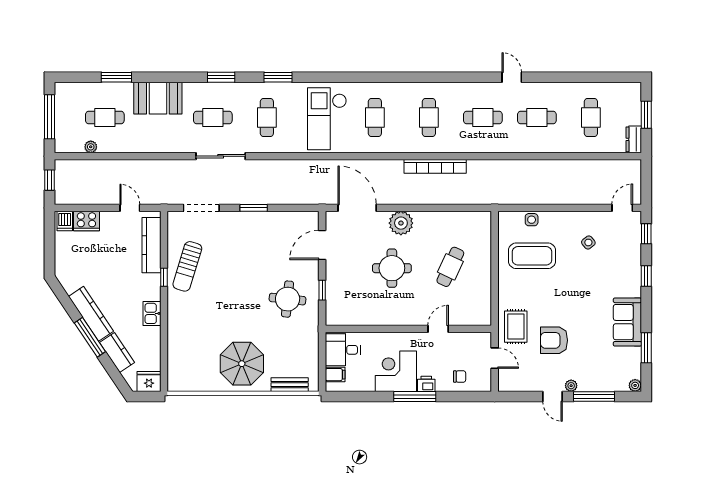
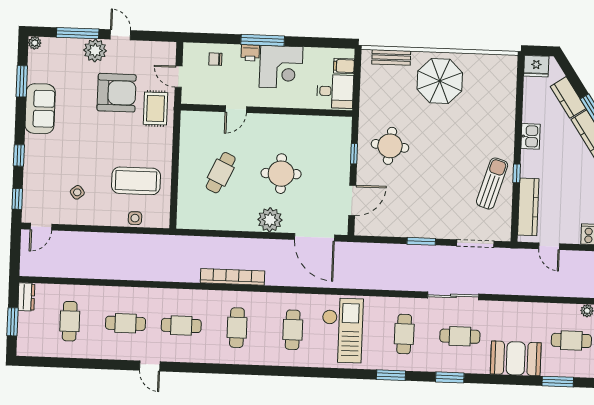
armchair: (554, 340) -> (117, 93), width x1.36, depth x1.36
plant: (571, 386) -> (95, 50), width x1.87, depth x1.87

